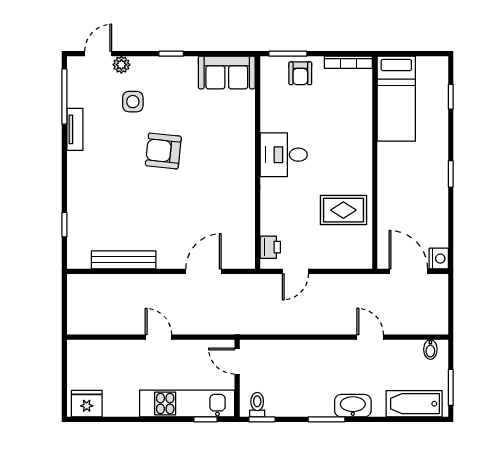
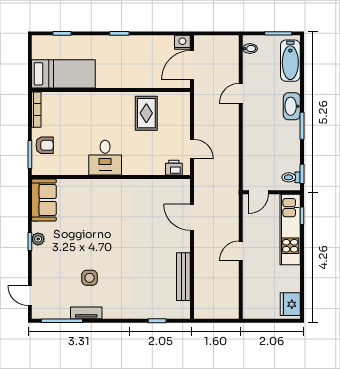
plant: (121, 65) -> (38, 239), moved
side table: (133, 102) -> (90, 278), moved
armchair: (163, 151) -> (102, 247), removed

